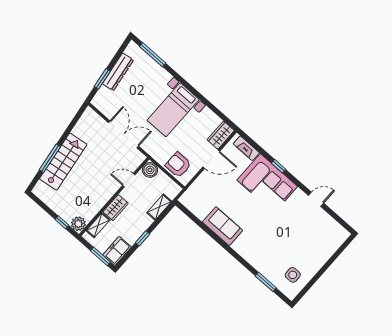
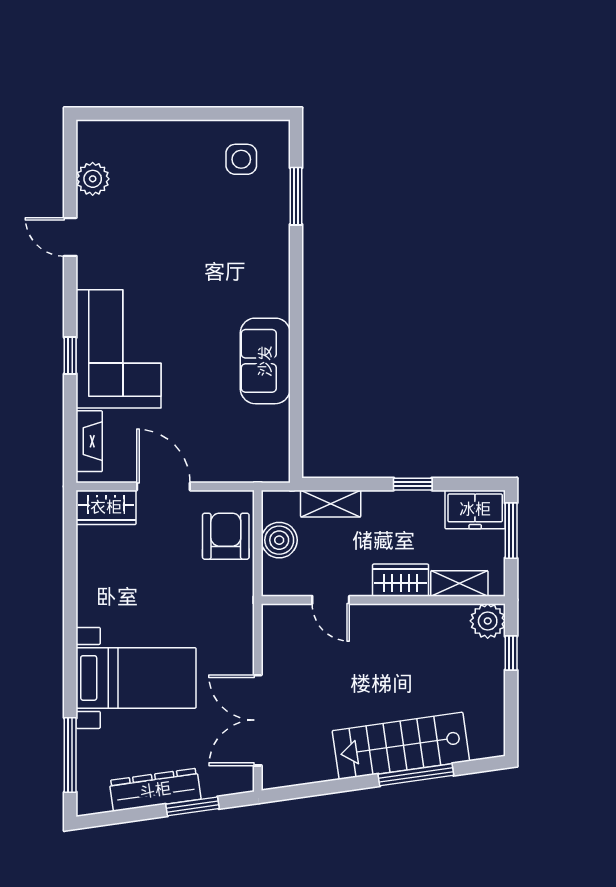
bed with nightstands: (173, 110) -> (136, 678), moved
double door: (124, 134) -> (258, 720), moved
armchair: (178, 165) -> (226, 536), turned 180
boiler: (150, 170) -> (279, 540), moved
plant: (328, 223) -> (93, 179), added

